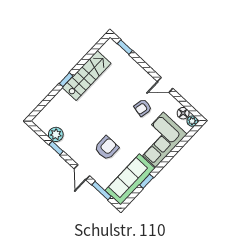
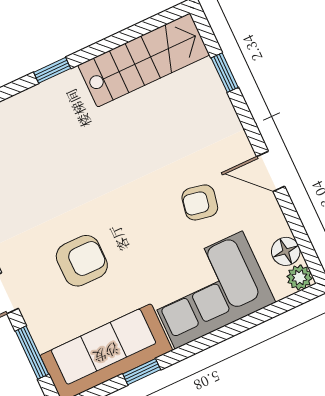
window: (125, 47) -> (225, 73), moved
stairs: (87, 76) -> (144, 60), moved

